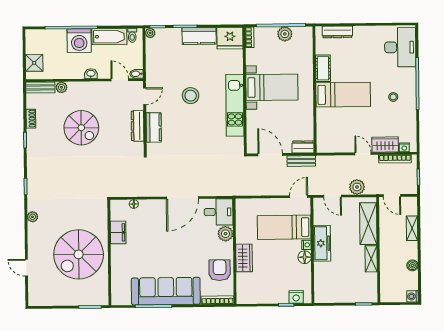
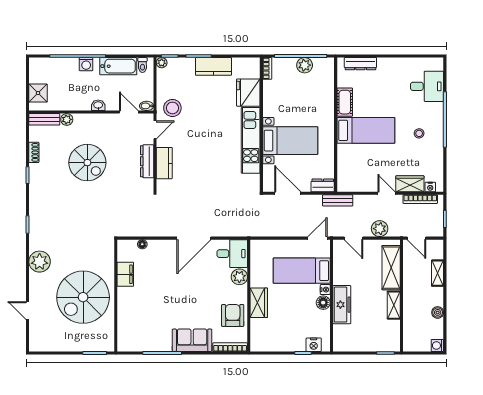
fridge: (230, 38) -> (248, 93), moved, turned 90
washing machine: (79, 41) -> (86, 64), width x0.53, depth x0.53
desk: (400, 47) -> (427, 86), width x0.73
bed with nightstands: (272, 87) -> (290, 141), moved
stool: (191, 96) -> (172, 108), moved
bench: (301, 161) -> (338, 200), moved
plant: (33, 217) -> (40, 262), width x1.88, depth x1.88
freezer: (322, 243) -> (342, 305), moved
sofa: (166, 291) -> (192, 340), width x0.54, depth x0.79

